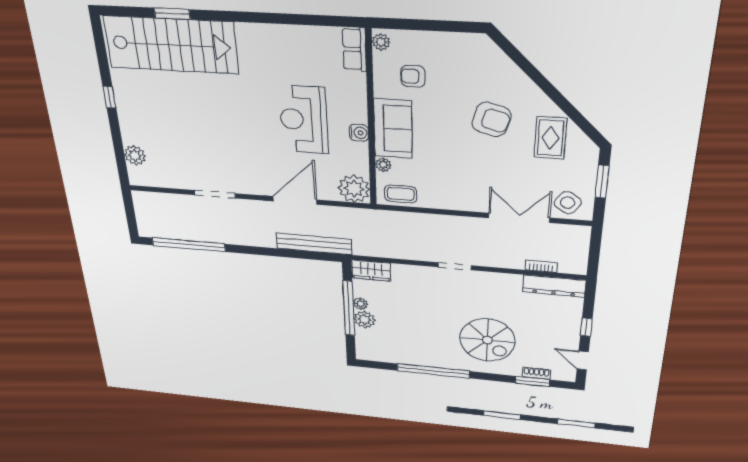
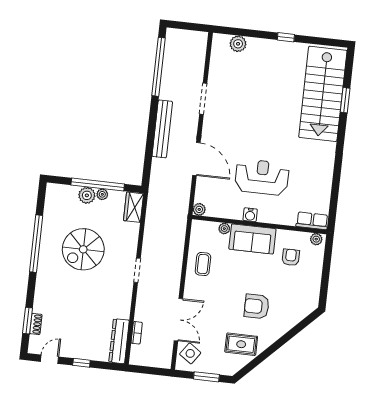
armchair: (491, 119) -> (257, 306), turned 74
plant: (354, 189) -> (199, 209), width x0.53, depth x0.53
coffee table: (401, 194) -> (203, 264), moved
bench: (314, 244) -> (162, 129), moved
spiral stairs: (487, 340) -> (83, 249), moved

